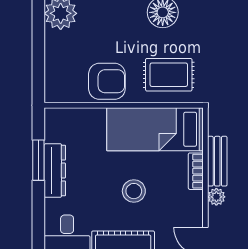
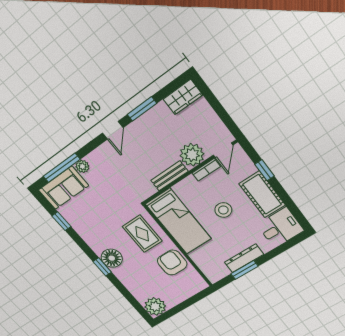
bookcase: (196, 171) -> (206, 170), moved
plant: (216, 197) -> (192, 155), width x1.88, depth x1.88

